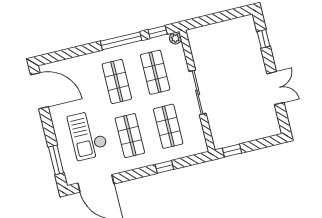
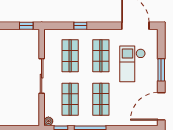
door: (39, 91) -> (161, 106), hinge flipped
checkout: (88, 135) -> (133, 64), turned 180
window: (56, 160) -> (161, 70), moved

